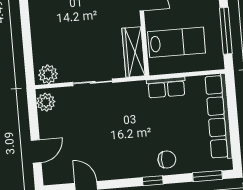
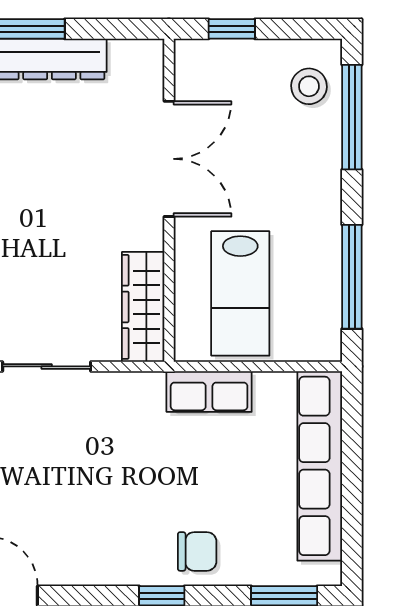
lab bench: (177, 42) -> (240, 293), turned 90

